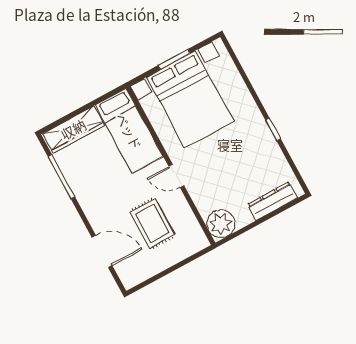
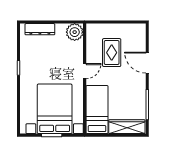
door: (176, 176) -> (85, 71), hinge flipped
door: (102, 251) -> (147, 63), moved

